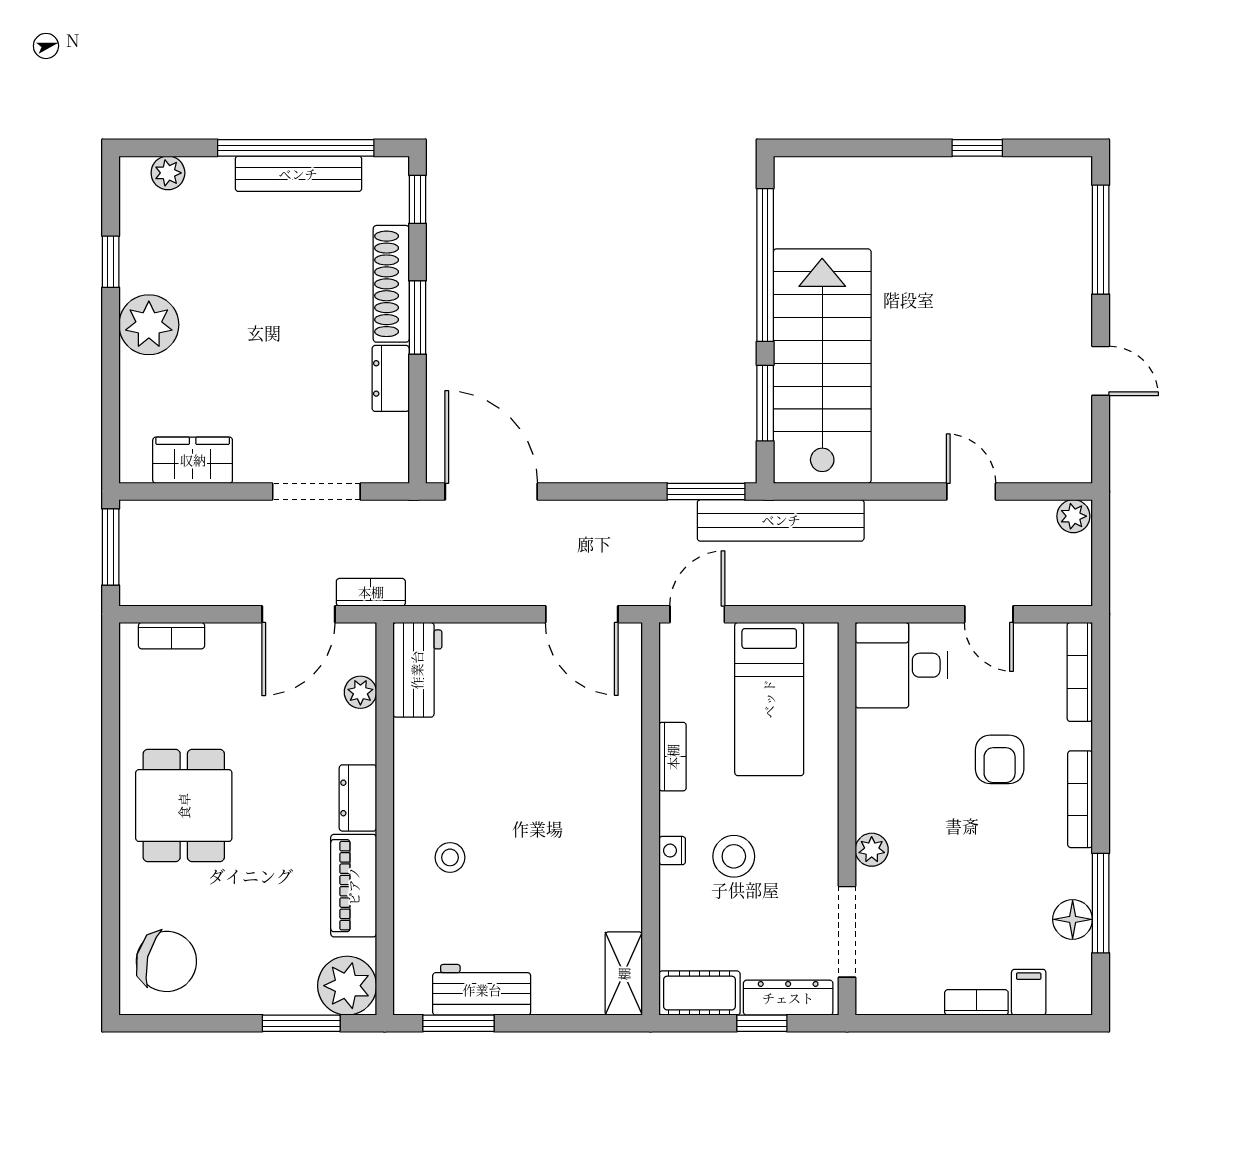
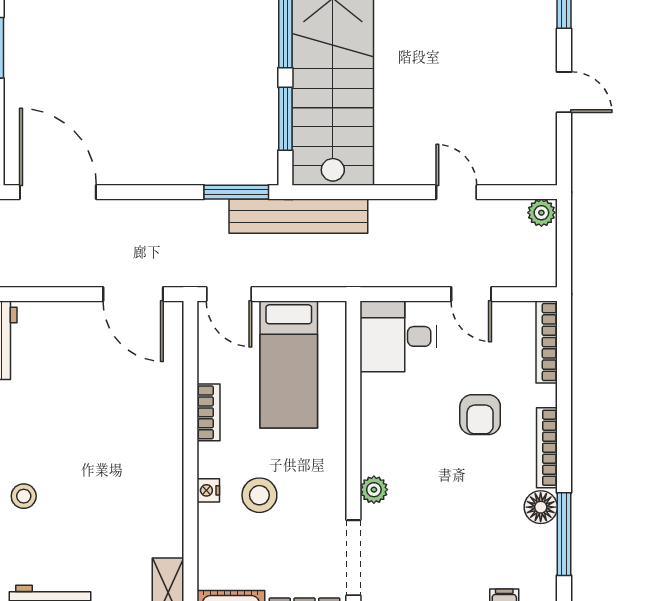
door: (697, 614) -> (229, 294), swing flipped
floor lamp: (1073, 919) -> (541, 507), moved

